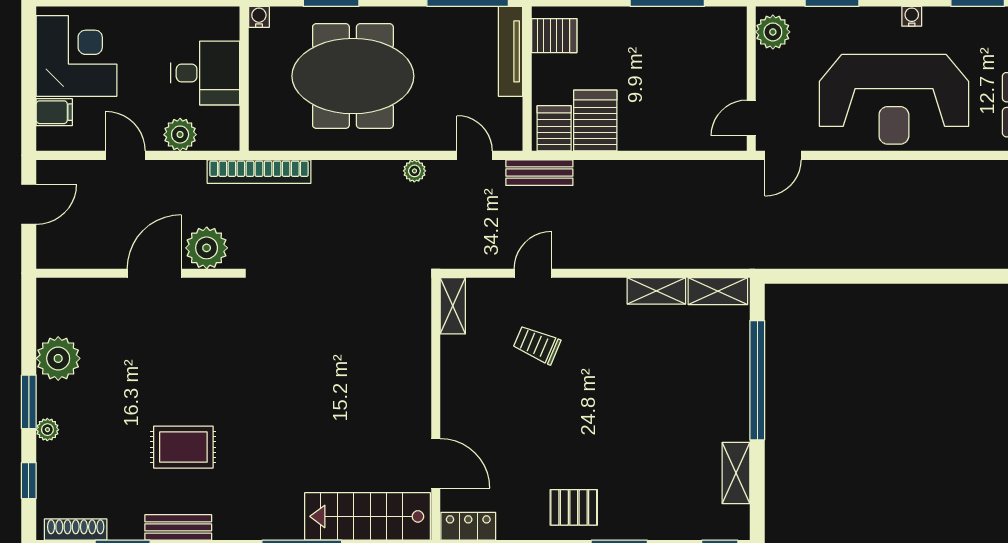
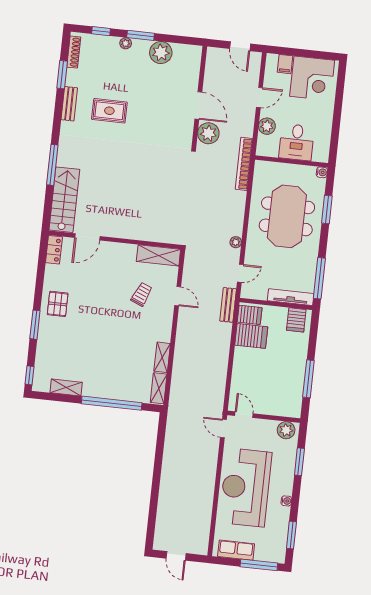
shelving: (453, 306) -> (158, 255), width x1.50, depth x1.33
rug: (183, 447) -> (109, 111), turned 90

